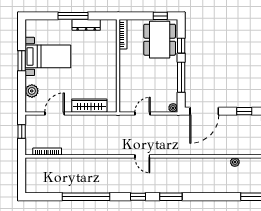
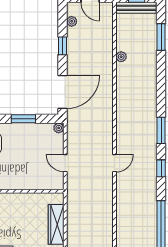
window: (181, 77) -> (23, 119), width x0.69
door: (204, 111) -> (62, 92), hinge flipped

